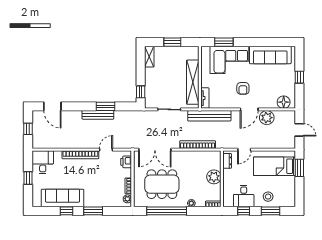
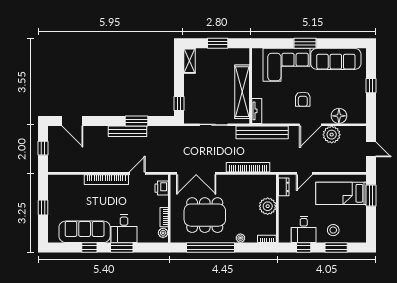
window: (224, 42) -> (305, 43), moved
floor lamp: (284, 102) -> (339, 116), moved
desk: (43, 162) -> (124, 229), moved, turned 180

